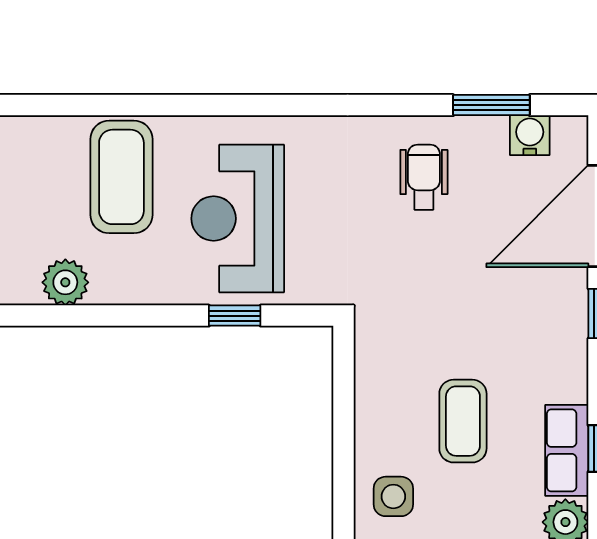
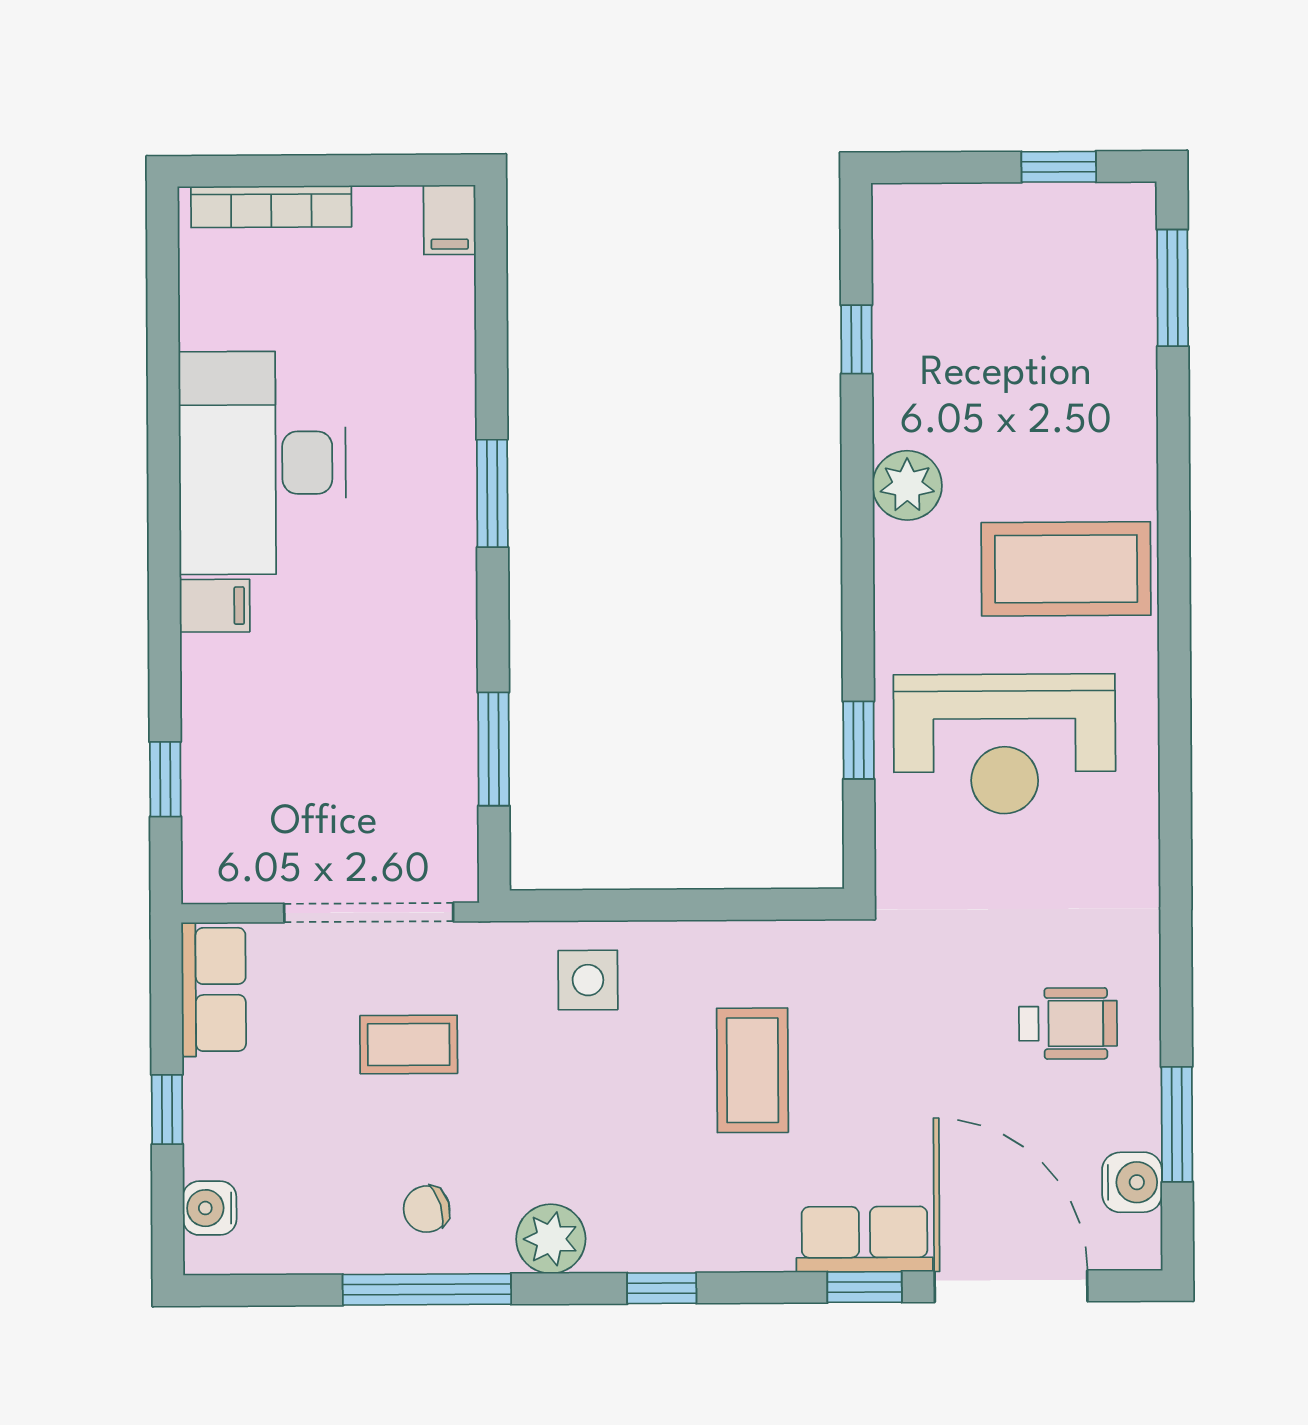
reception desk: (238, 219) -> (1005, 744), turned 180
coffee table: (463, 421) -> (752, 1070), moved, turned 90
row of seats: (567, 450) -> (865, 1239), moved

